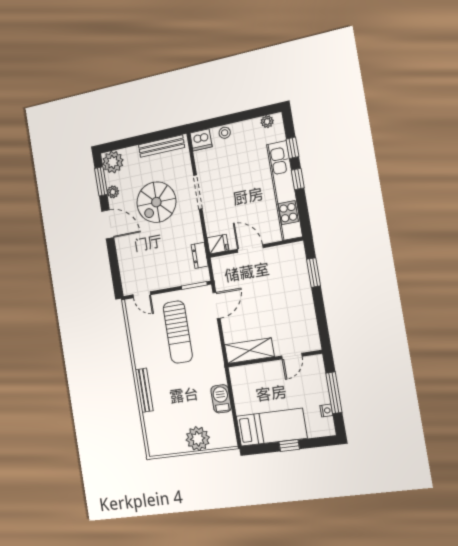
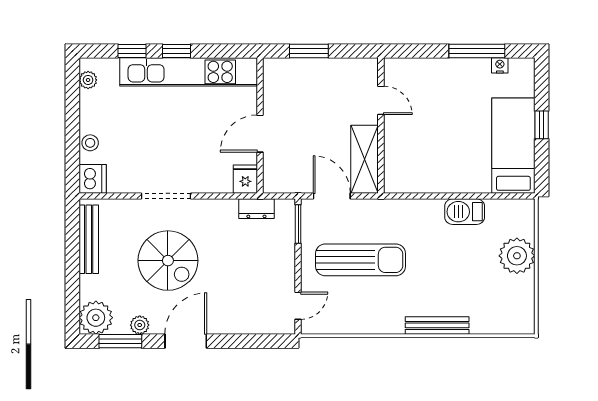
shelving: (249, 351) -> (365, 159), moved
door: (292, 356) -> (381, 100), moved
wall: (274, 359) -> (381, 126), moved

